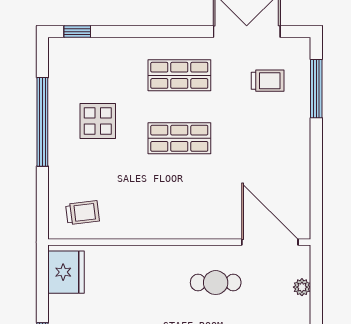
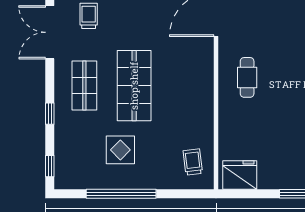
window: (144, 32) -> (50, 114), added
shop shelf: (179, 138) -> (134, 86), width x1.43, depth x1.36
cafe table: (216, 283) -> (247, 77), moved

